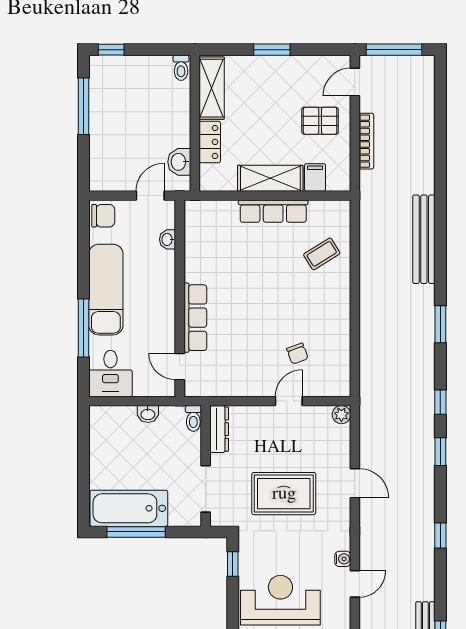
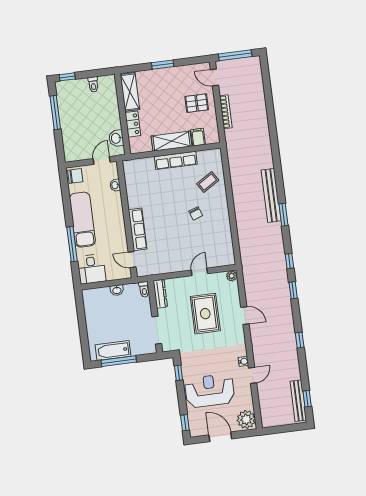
toilet: (181, 68) -> (93, 84), moved
door: (355, 82) -> (214, 78), hinge flipped
bench: (424, 239) -> (271, 195), moved
chair: (297, 354) -> (196, 213), moved
rug: (284, 494) -> (205, 314), moved, turned 90
bathtub: (129, 508) -> (113, 351), width x0.73, depth x0.73

